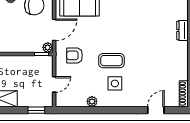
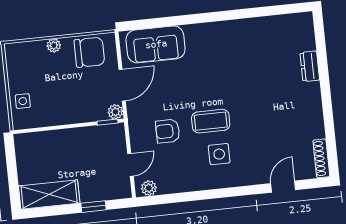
armchair: (75, 55) -> (168, 131), moved
plant: (92, 101) -> (149, 188), moved
window: (36, 110) -> (93, 207), moved

